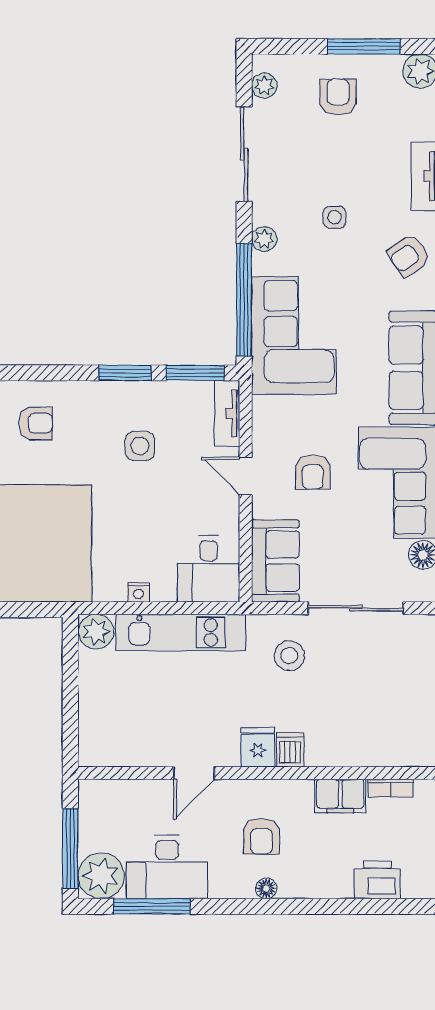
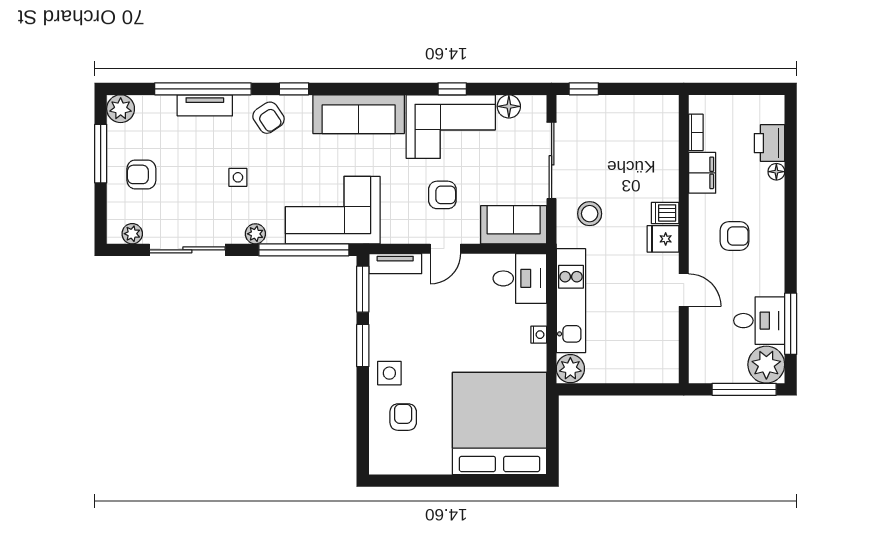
side table: (140, 446) -> (389, 373), moved
desk: (167, 867) -> (759, 321), width x0.73
floor lamp: (266, 888) -> (776, 172), moved

